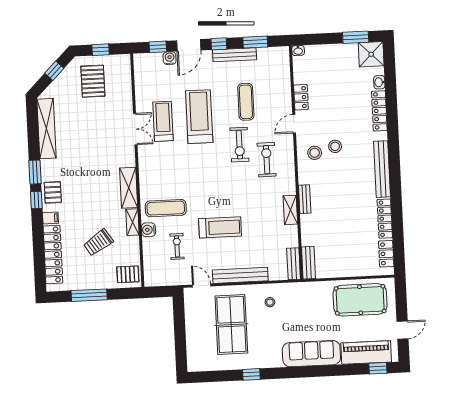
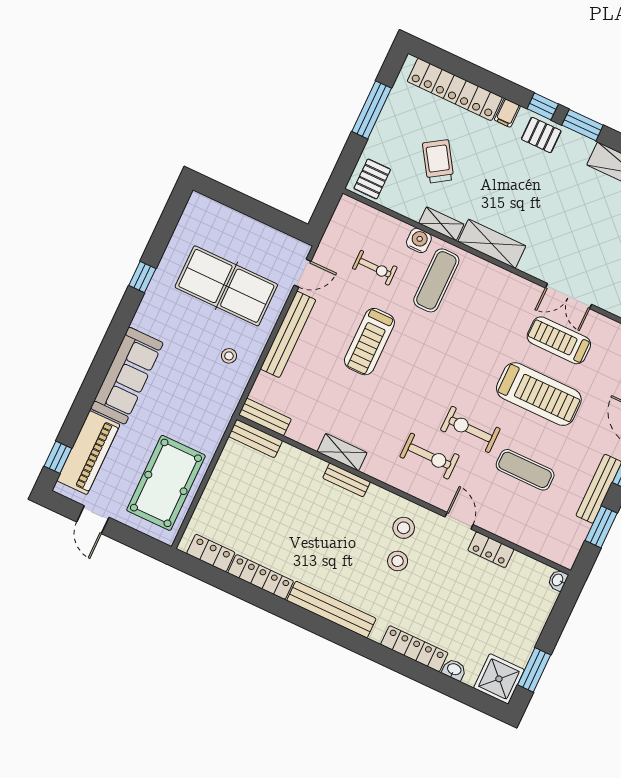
treadmill: (163, 121) -> (559, 340), turned 180

